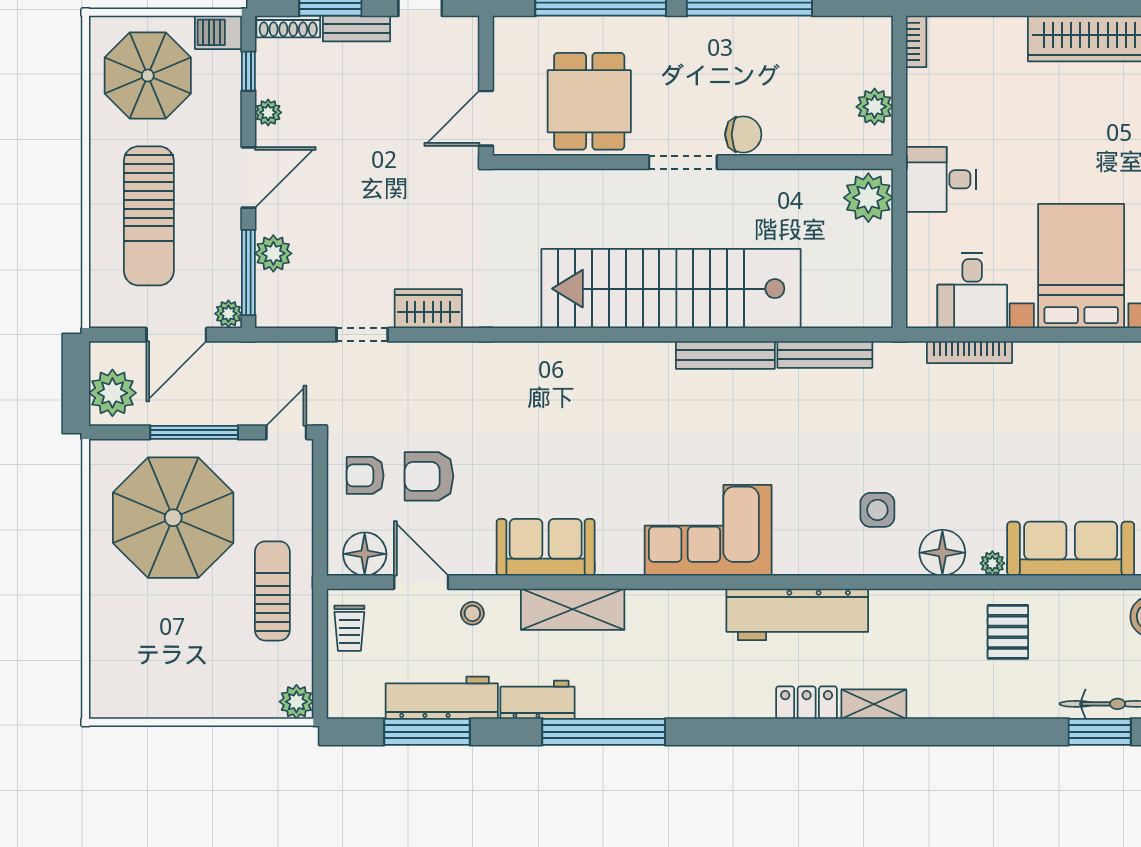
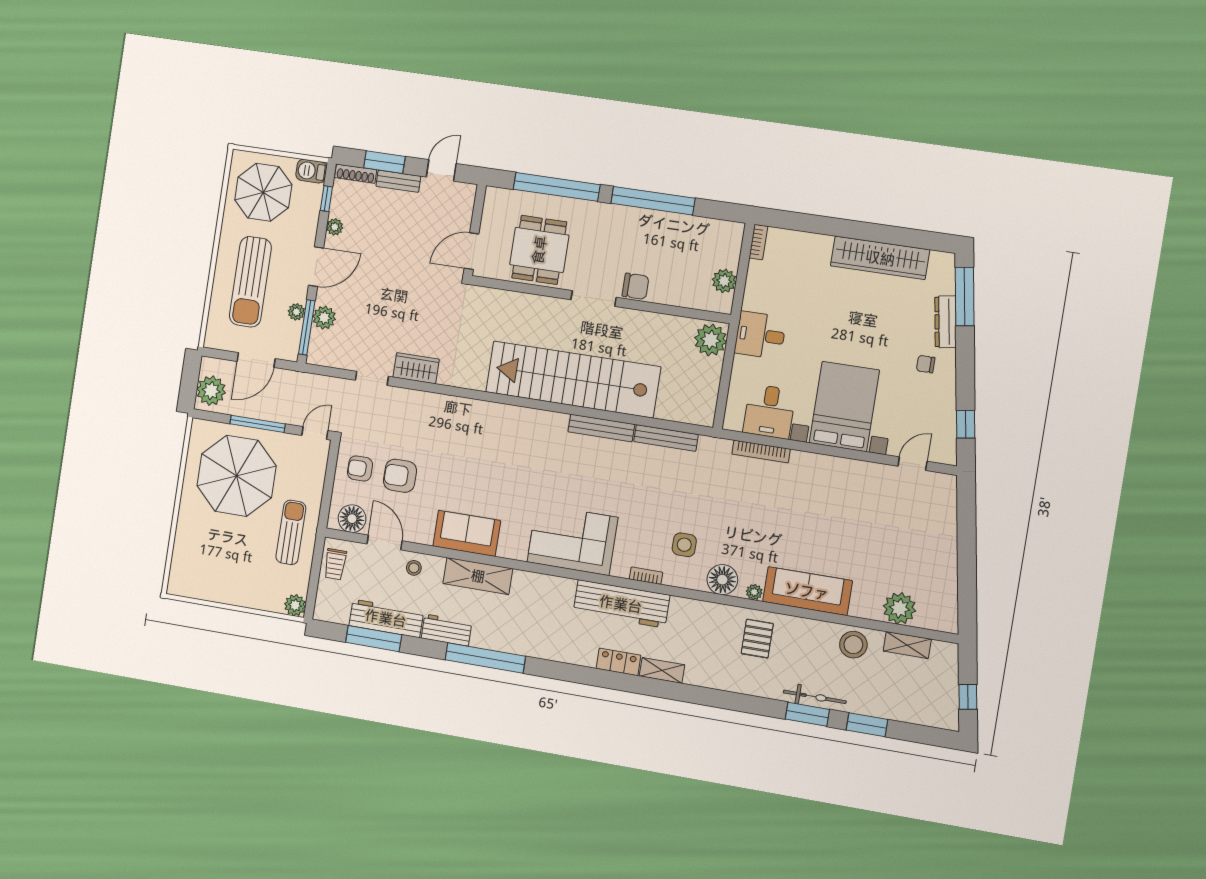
plant: (228, 314) -> (296, 312), moved
bookcase: (827, 566) -> (646, 576), added

